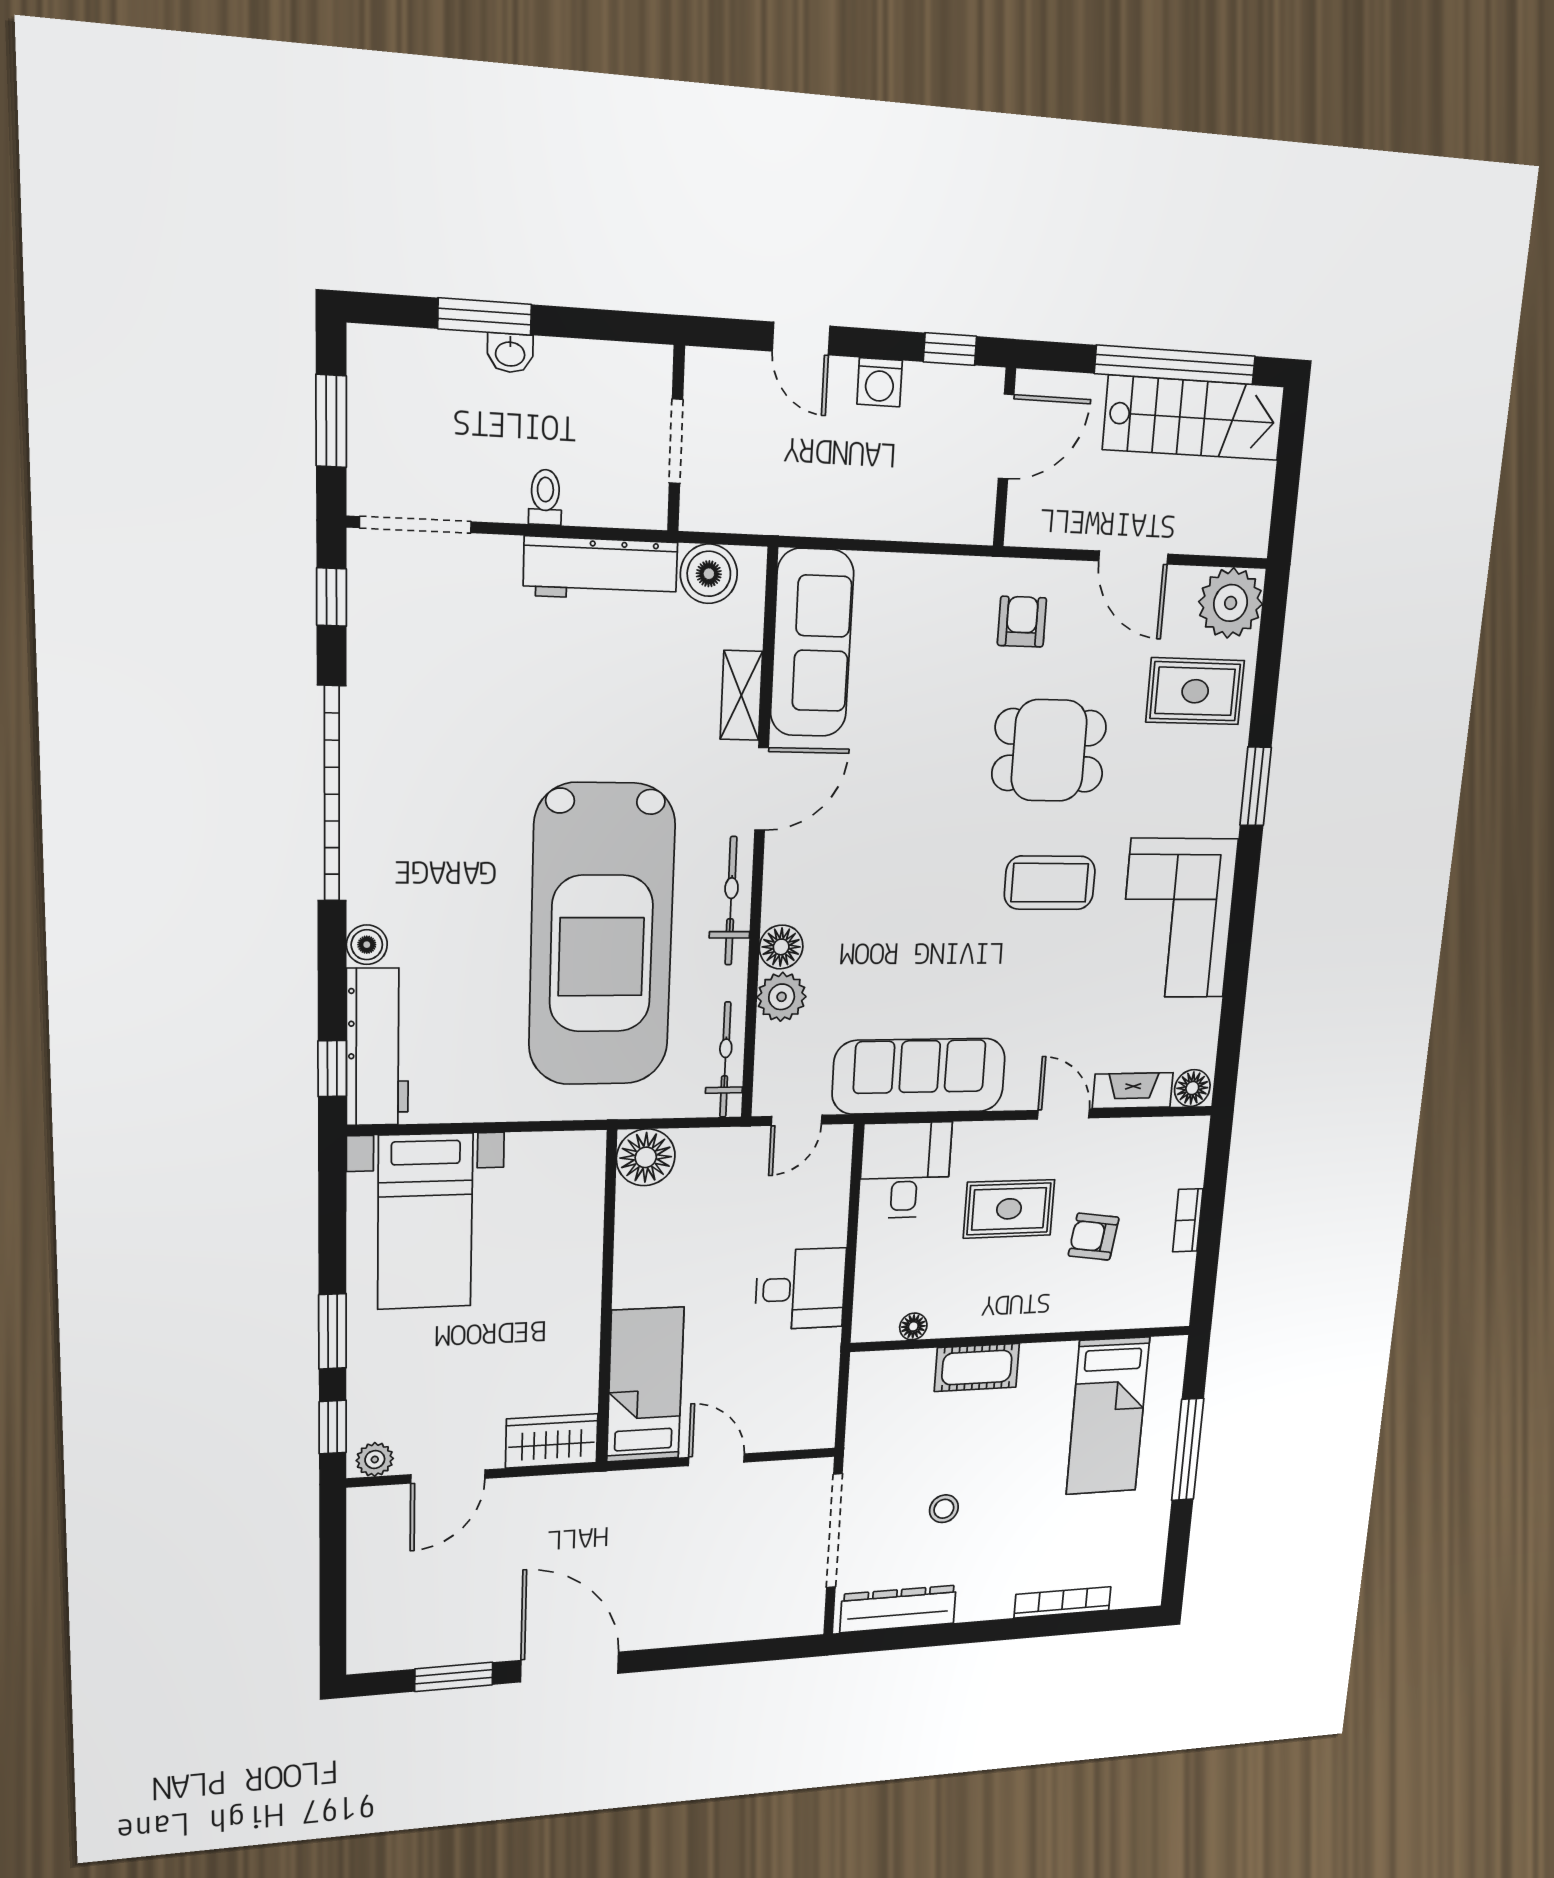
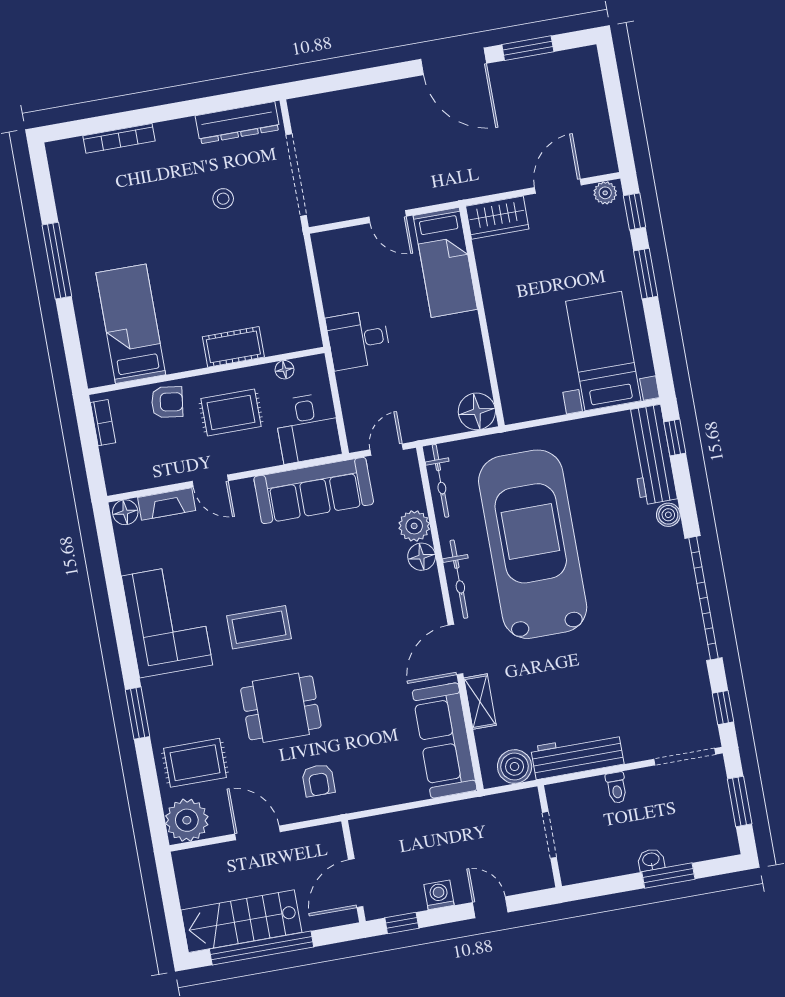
floor lamp: (913, 1326) -> (285, 370), moved
wall: (1023, 1339) -> (206, 371), moved
cot: (977, 1368) -> (233, 347), moved
bed: (1108, 1416) -> (131, 324), moved

